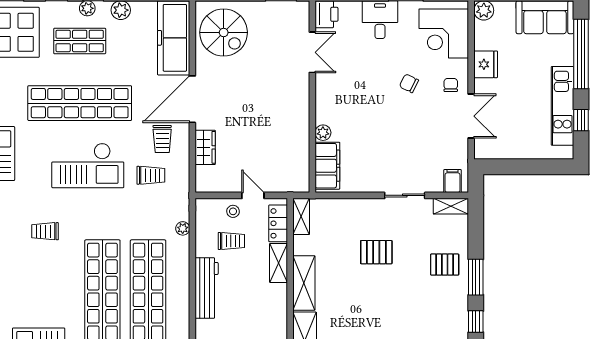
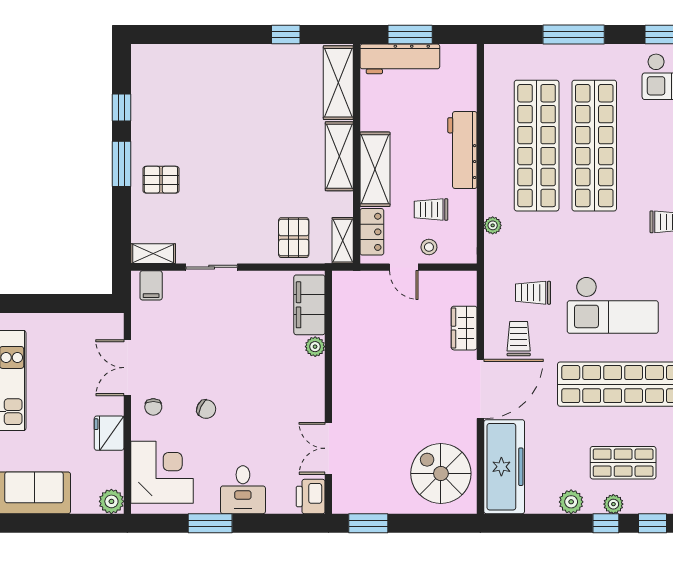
checkout: (88, 165) -> (613, 305), turned 180
pallet: (376, 252) -> (294, 238), moved, turned 90
shelving: (279, 263) -> (375, 169), width x1.50, depth x1.33

